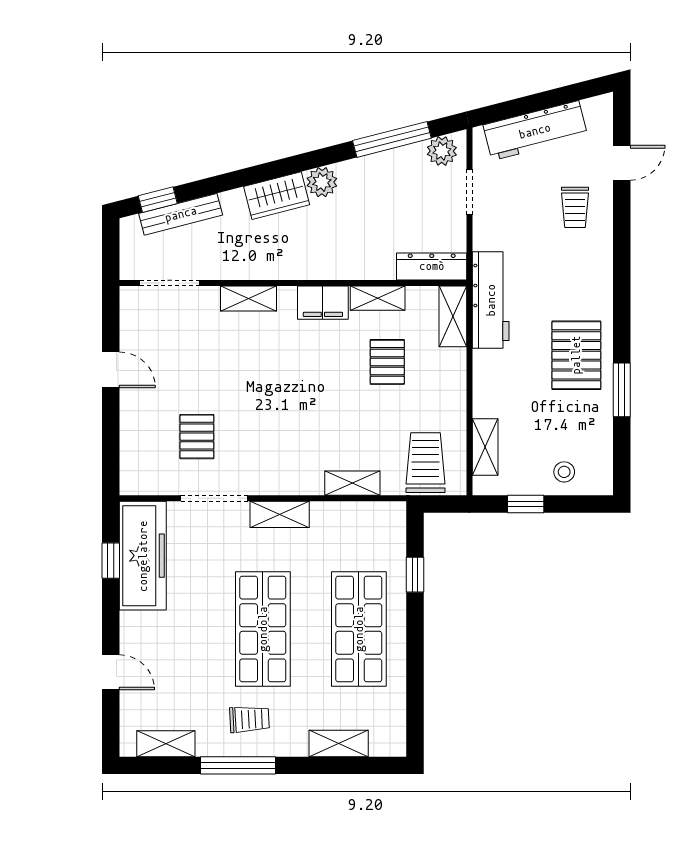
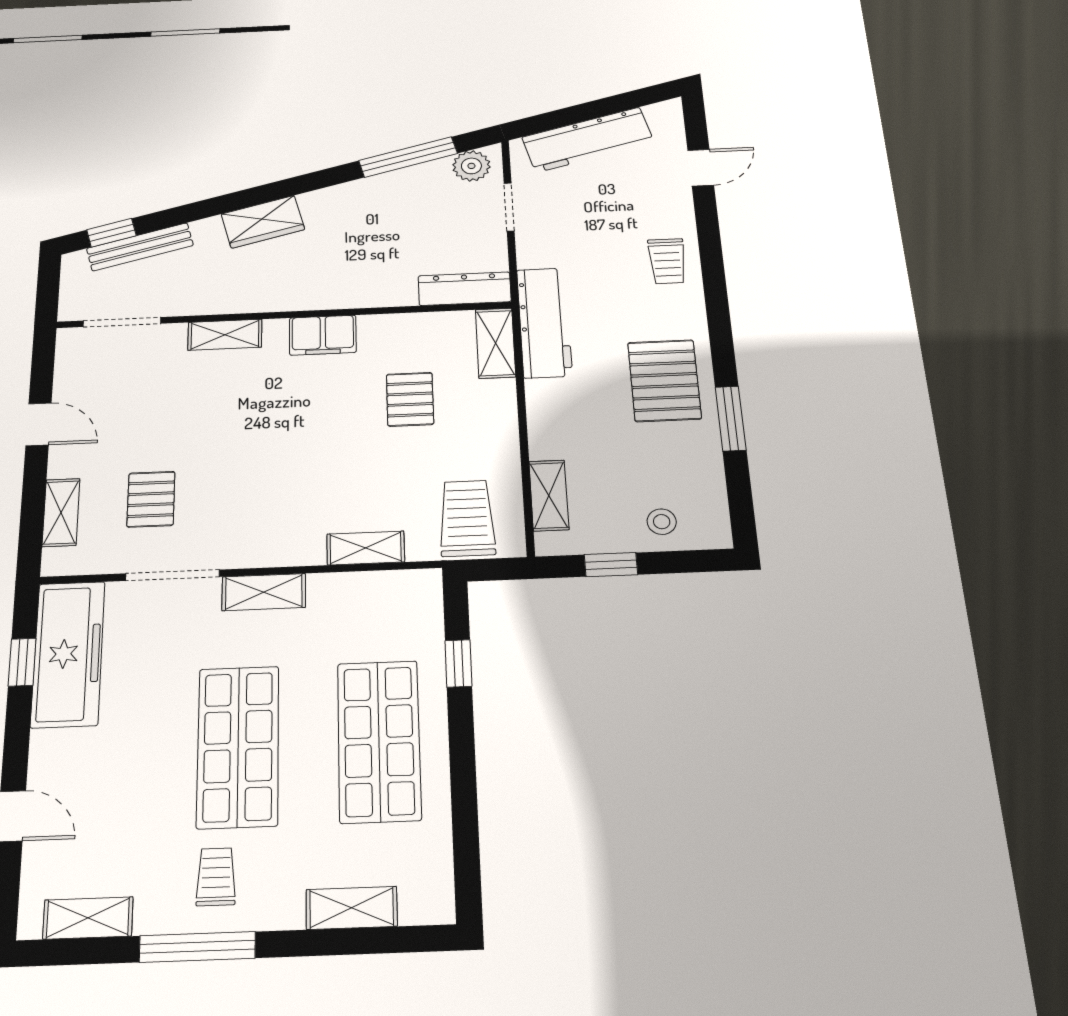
plant: (322, 182) -> (321, 205), removed
trolley: (575, 207) -> (667, 261), moved
shelving: (378, 298) -> (61, 512), moved, turned 90
trolley: (249, 719) -> (216, 877), turned -87

